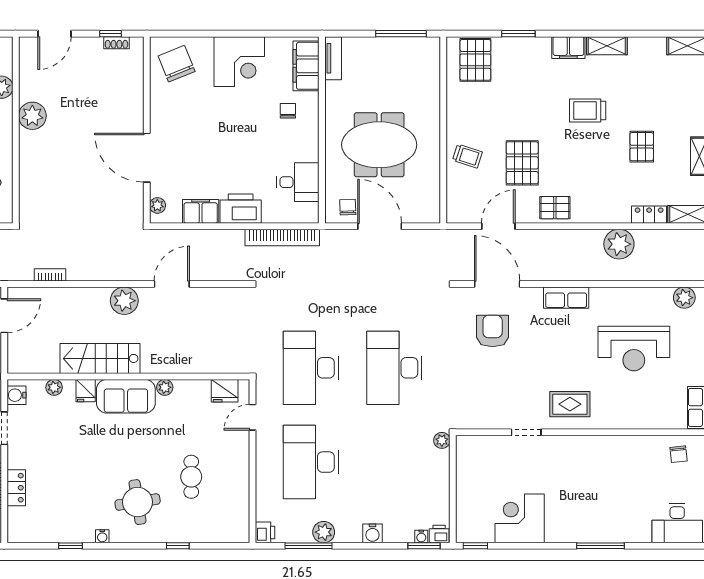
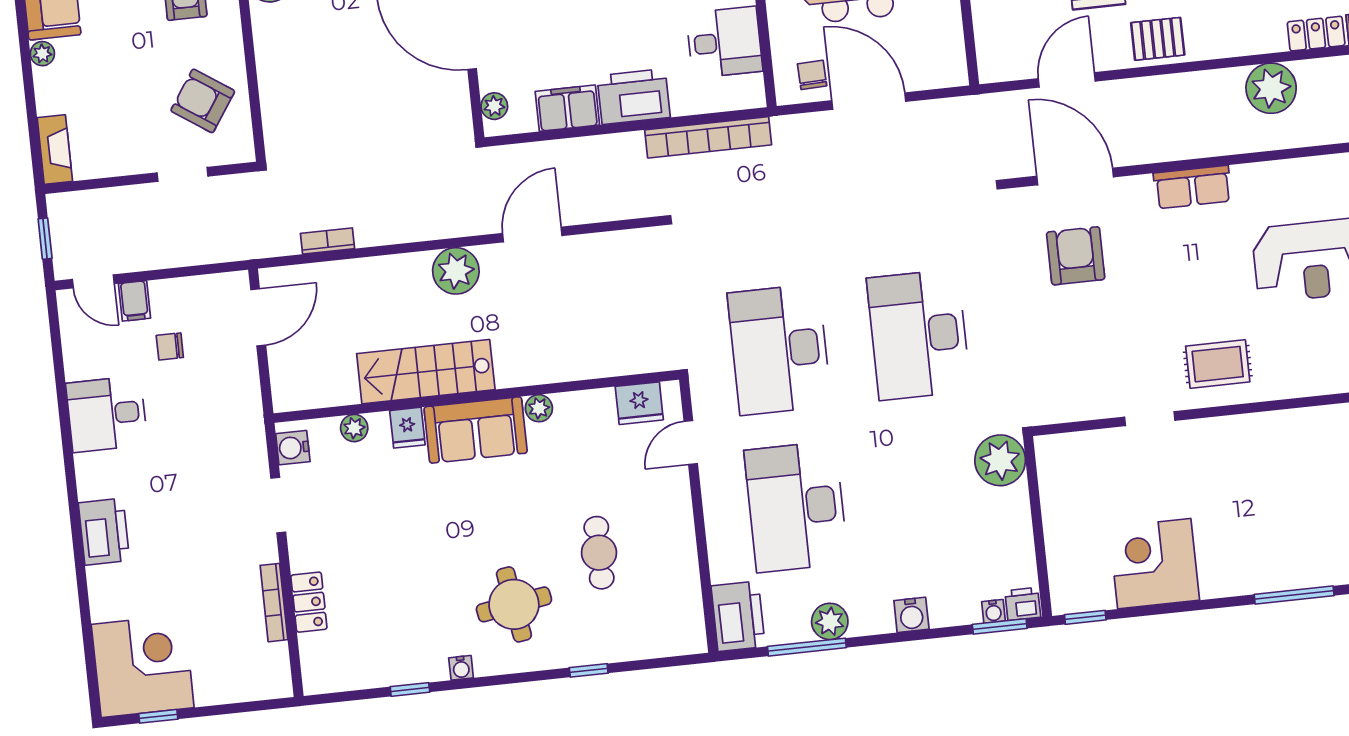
plant: (442, 440) -> (1000, 460), width x1.88, depth x1.88
printer: (265, 532) -> (738, 616), width x1.87, depth x1.48

